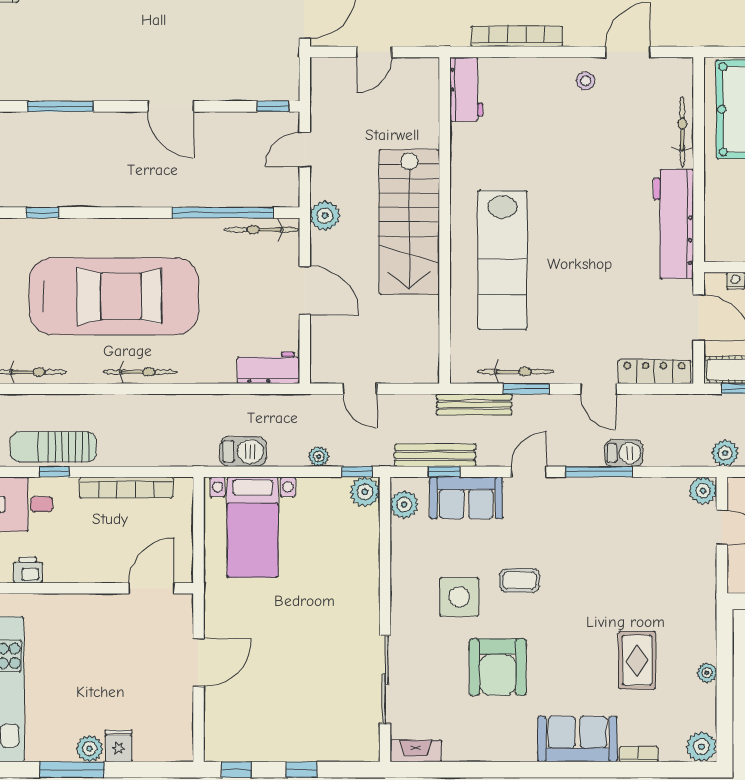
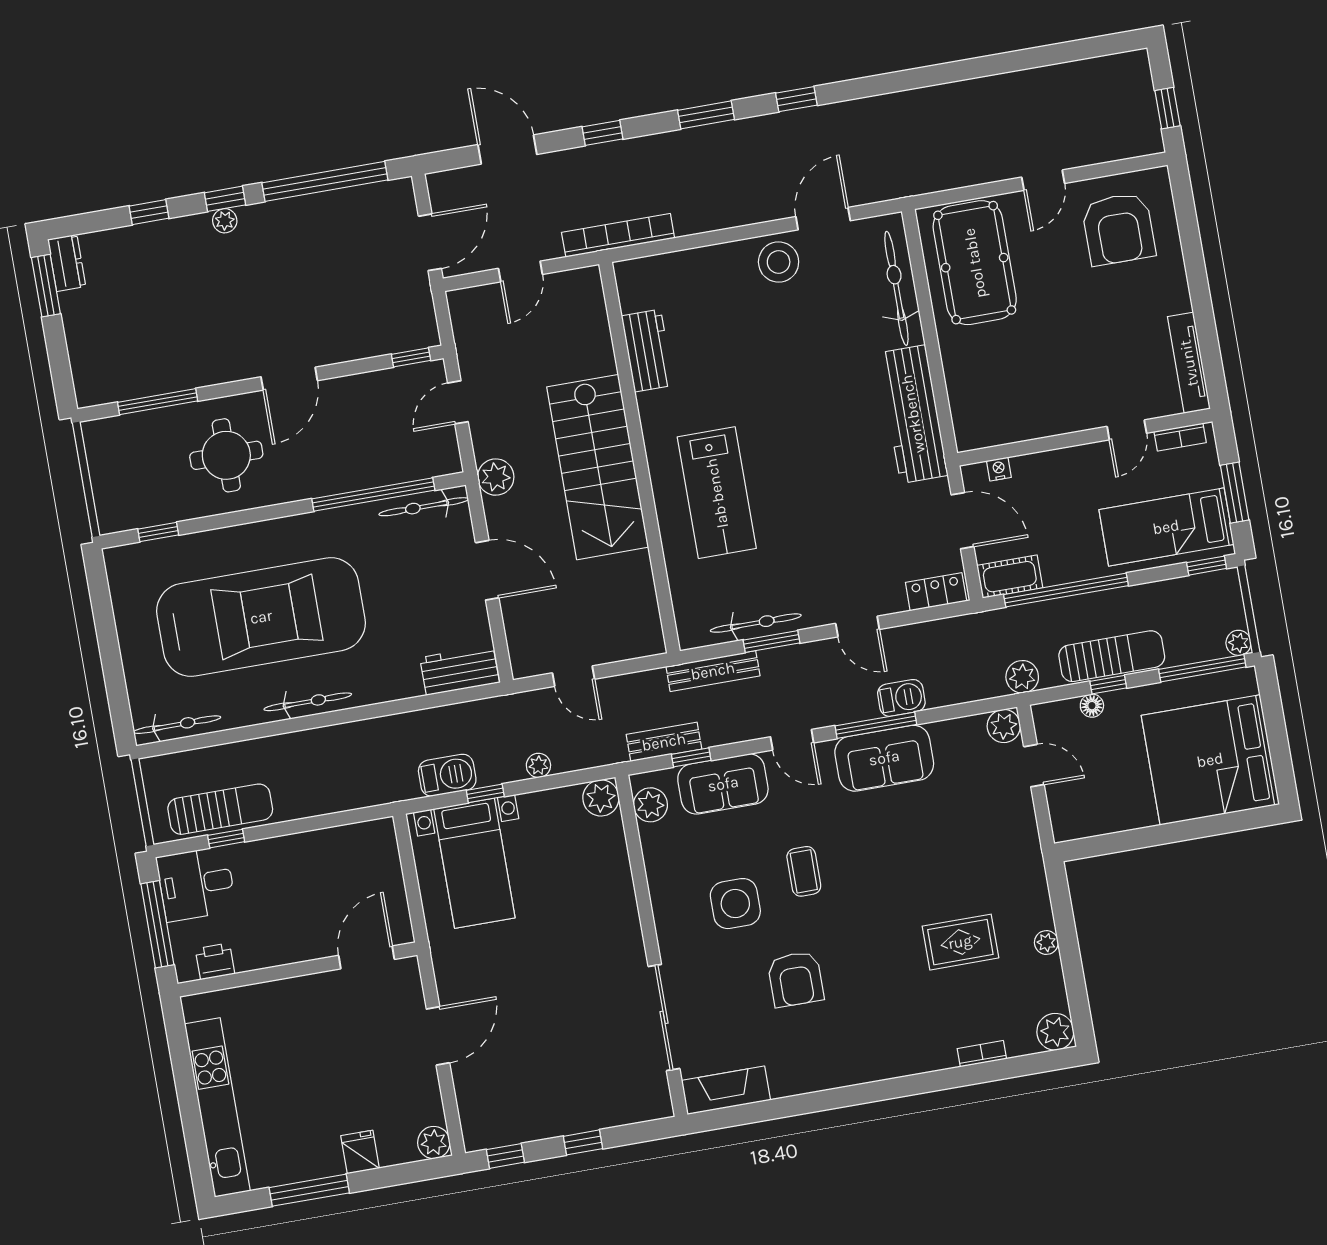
bookcase: (517, 36) -> (618, 235), moved
stool: (586, 81) -> (779, 262), width x1.89, depth x1.89
workbench: (466, 89) -> (647, 351), moved
door: (171, 106) -> (289, 379), hinge flipped
bicycle: (682, 132) -> (896, 288), width x1.37, depth x1.40
round table: (109, 160) -> (226, 455), added
lab bench: (503, 260) -> (717, 493), width x0.73
locker: (654, 372) -> (936, 592), width x0.66
sun lounger: (53, 447) -> (220, 809), turned 180
bench: (435, 455) -> (664, 742), width x0.73
window: (357, 472) -> (485, 793), moved
door: (529, 472) -> (792, 740), swing flipped
bookcase: (126, 487) -> (315, 842), removed
coffee table: (520, 580) -> (804, 871), turned 90
rug: (637, 660) -> (960, 942), turned 90
armchair: (498, 667) -> (796, 979), width x0.73, depth x0.73
sofa: (577, 739) -> (884, 758), moved, turned 180
plant: (90, 749) -> (434, 1143), moved
fireplace: (416, 751) -> (726, 1090), width x1.37, depth x1.32

